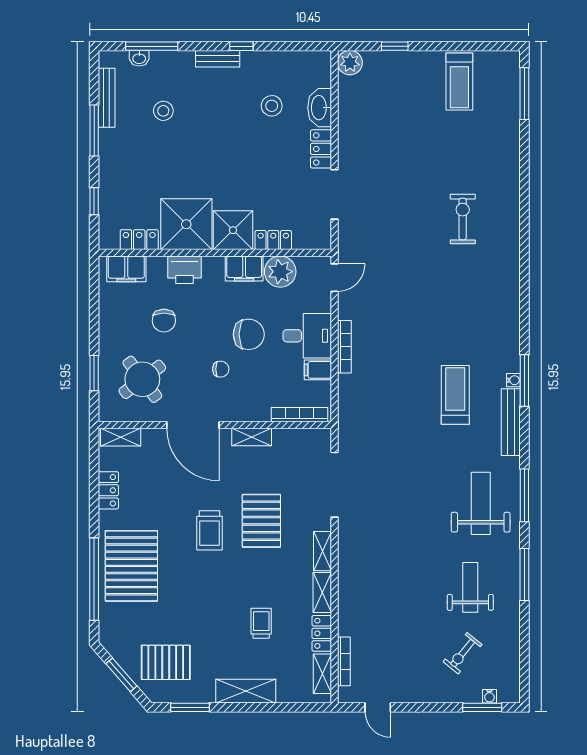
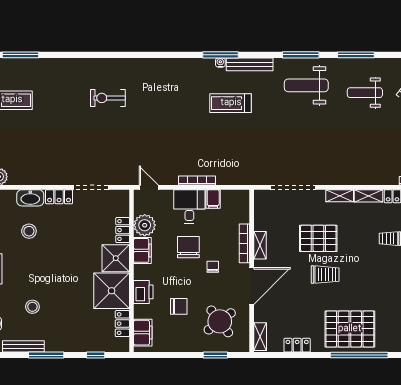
bookcase: (299, 415) -> (244, 243), moved

